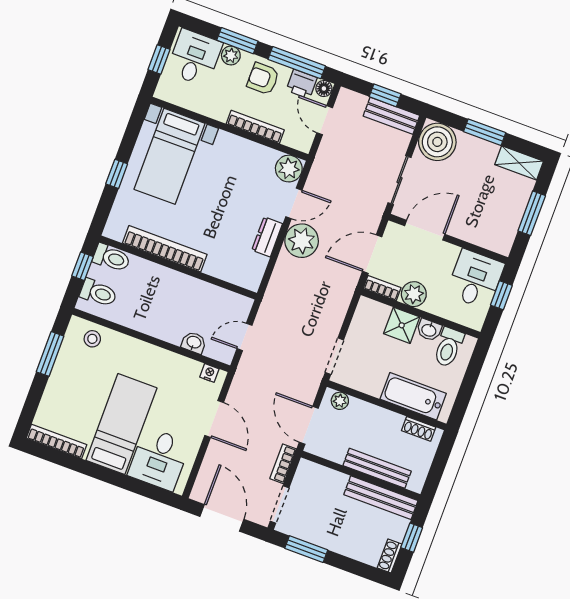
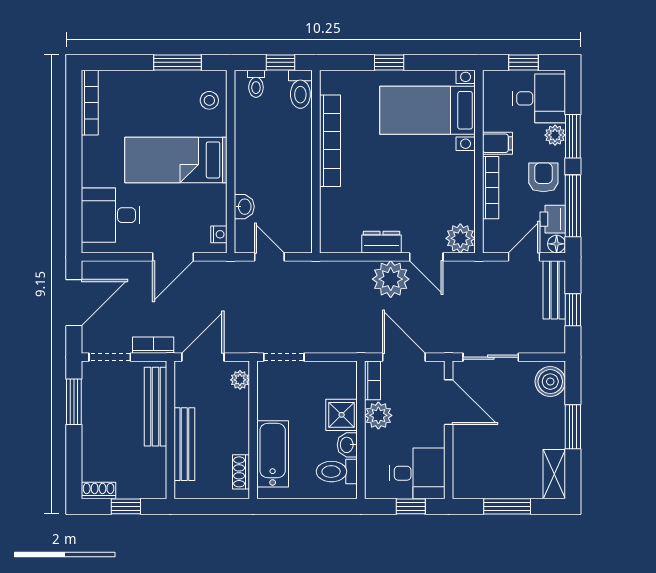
filing cabinet: (220, 107) -> (497, 143), added
bench: (391, 116) -> (554, 290), moved
boiler: (437, 142) -> (550, 382), width x0.73, depth x0.73
toilet: (98, 293) -> (256, 84), width x0.73, depth x0.72
bed: (121, 424) -> (176, 160), moved, turned 180
bench: (381, 498) -> (156, 407), moved

